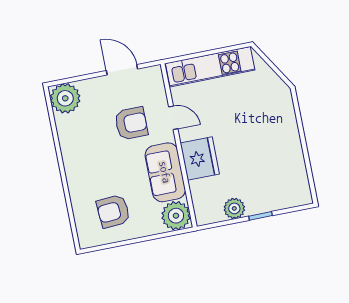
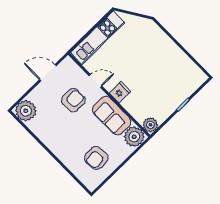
fridge: (200, 158) -> (120, 92), width x0.53, depth x0.75
plant: (234, 208) -> (150, 125), moved

